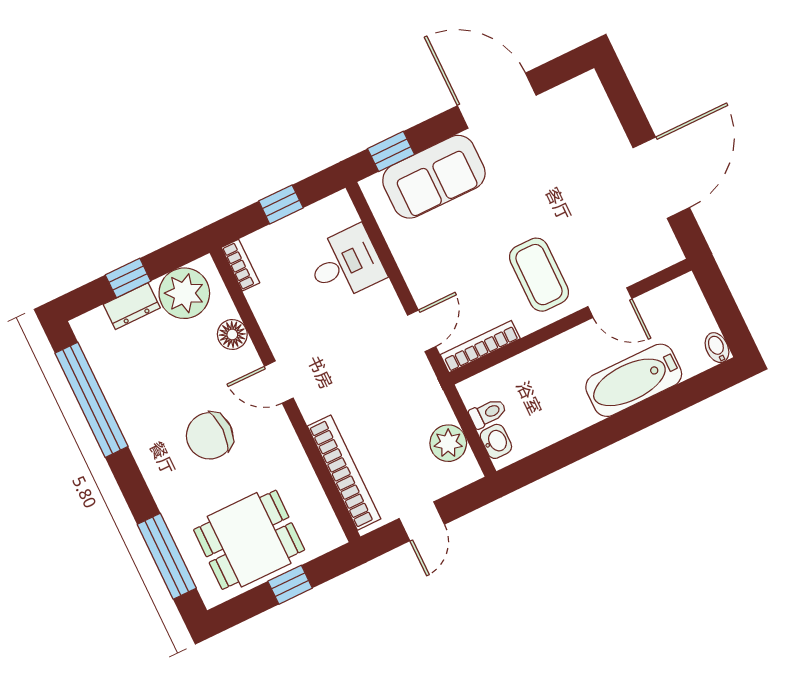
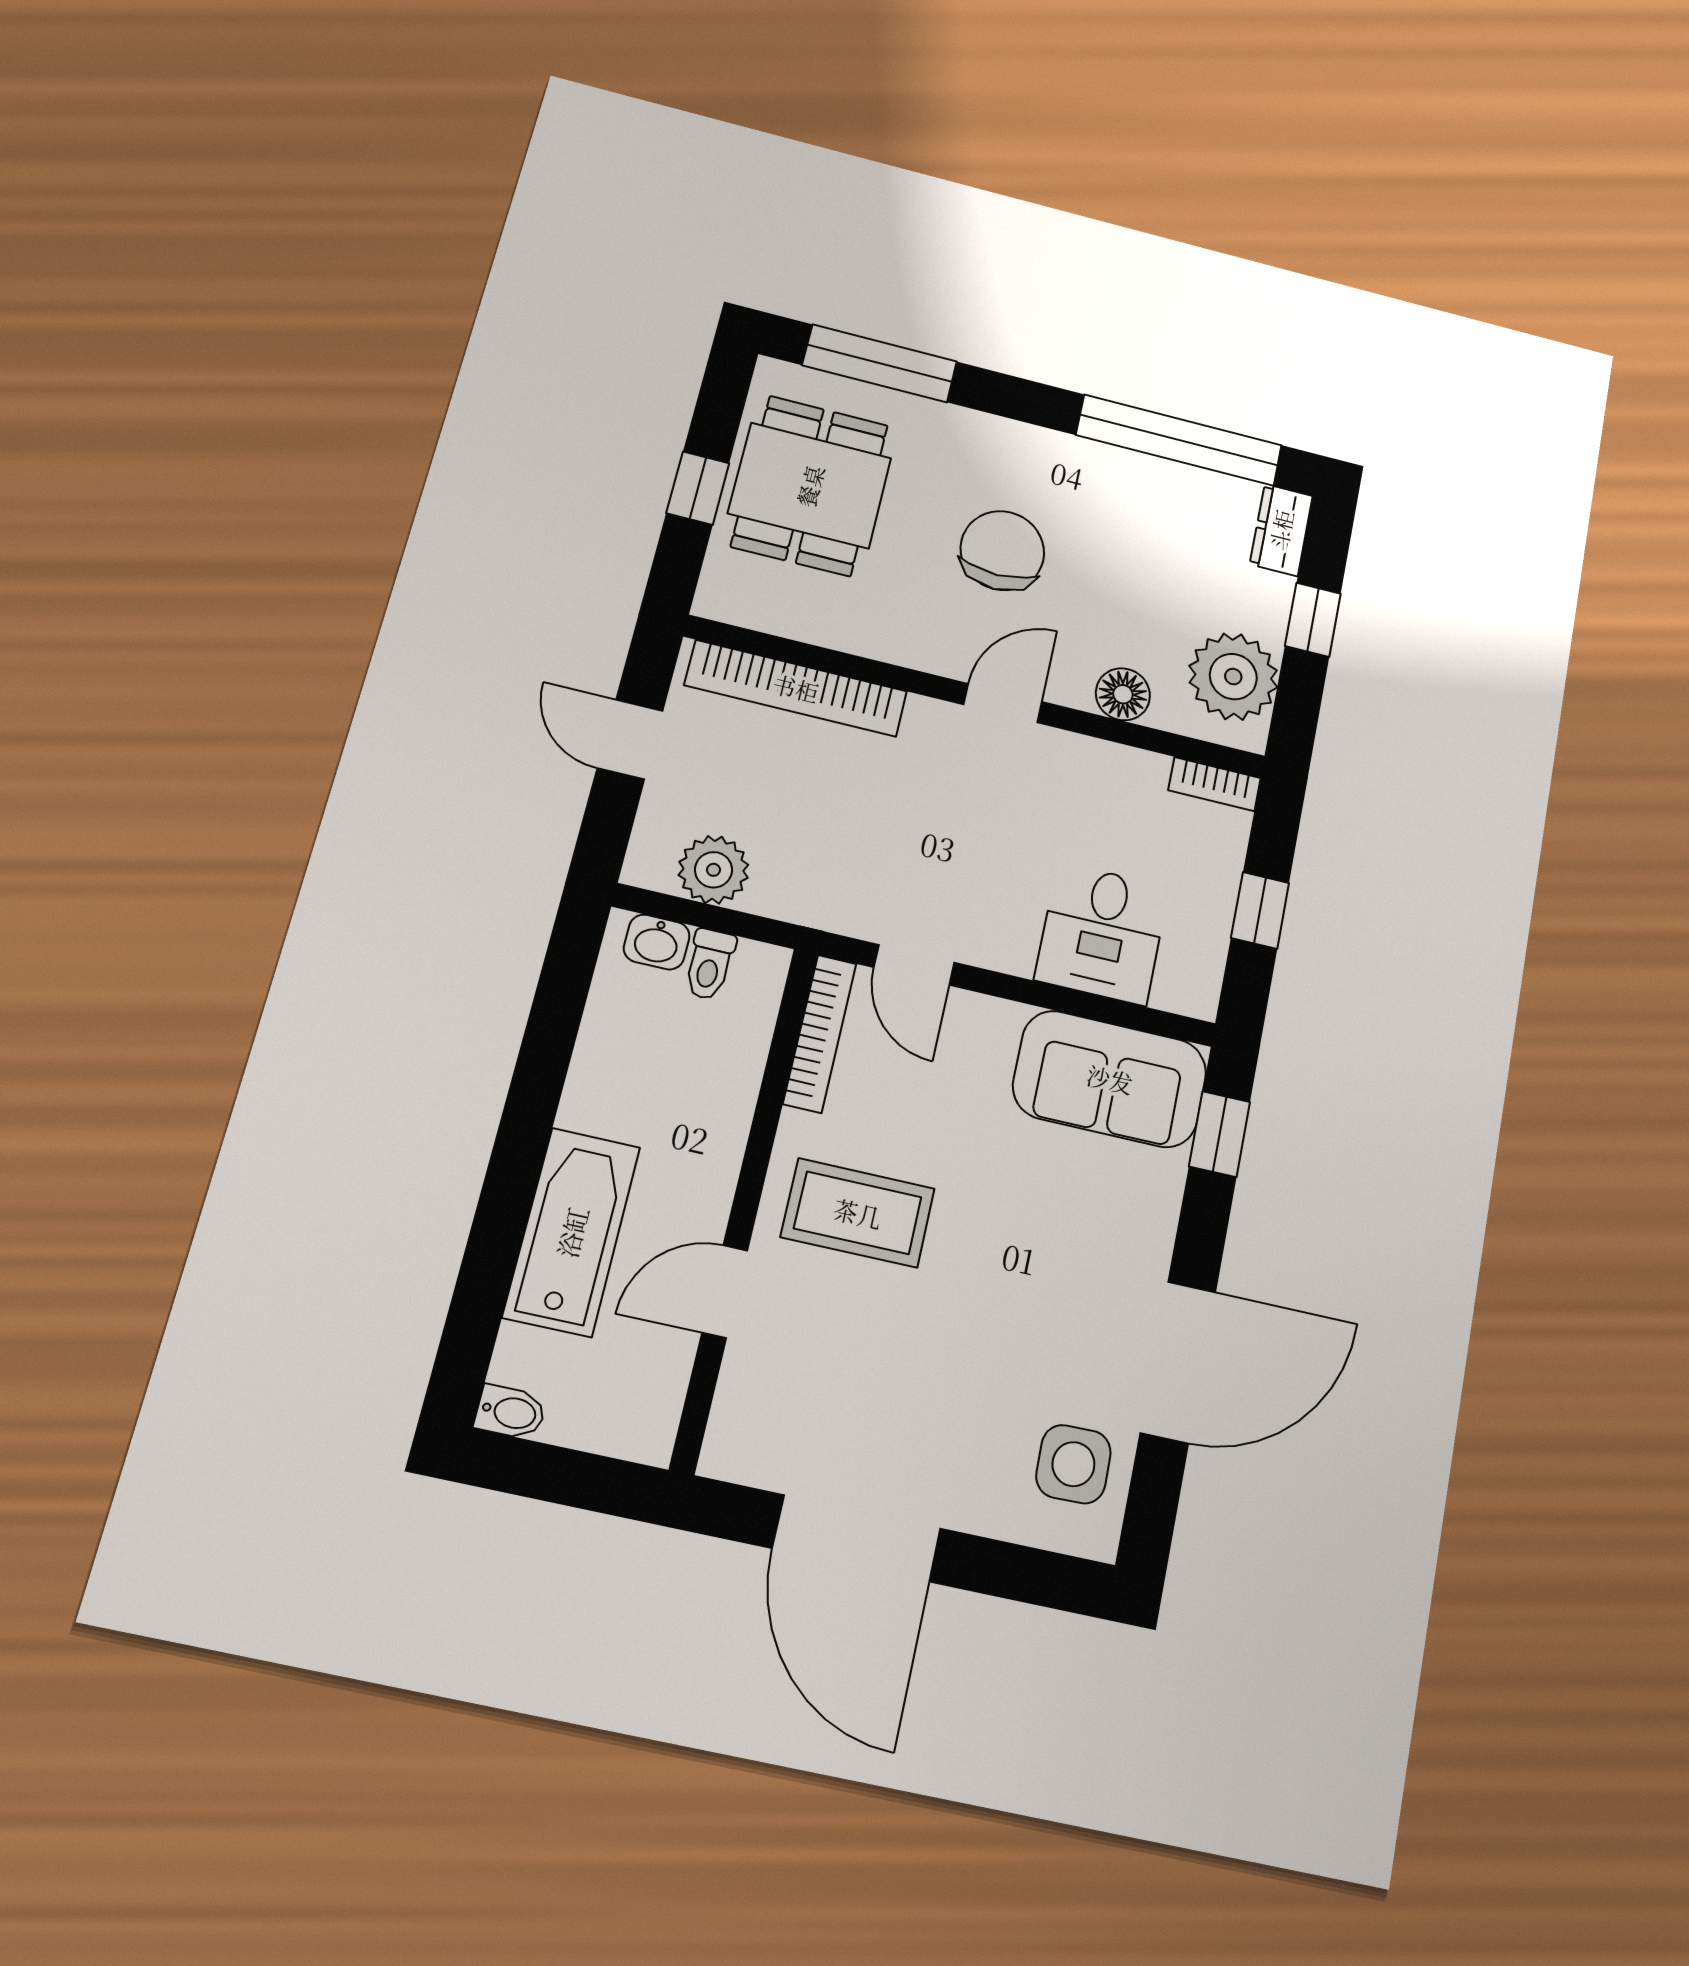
side table: (569, 113) -> (1073, 1464), added
sofa: (434, 177) -> (1110, 1079), moved, turned -90
dresser: (132, 306) -> (1281, 530), moved

